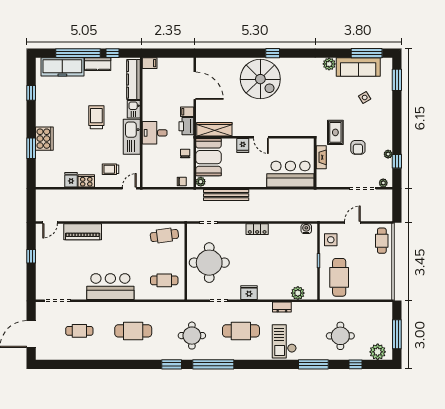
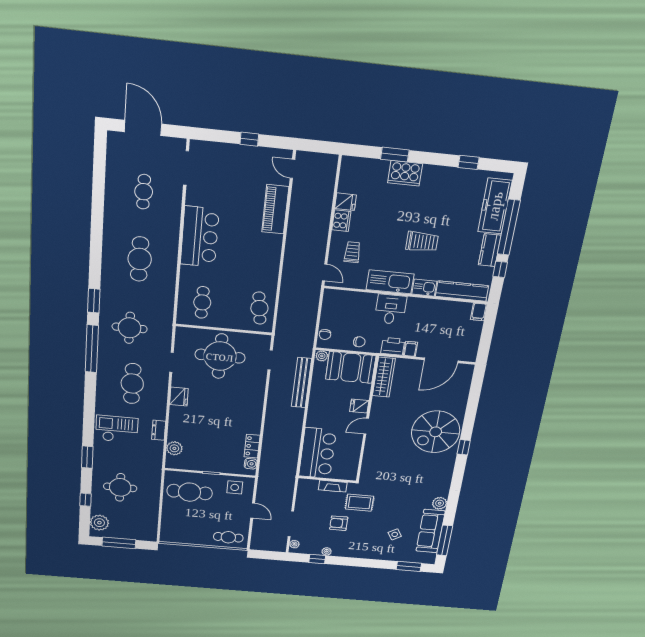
locker: (257, 229) -> (252, 446), moved
window: (313, 364) -> (87, 457), width x0.69

